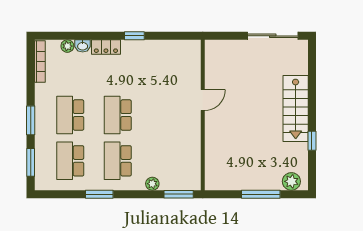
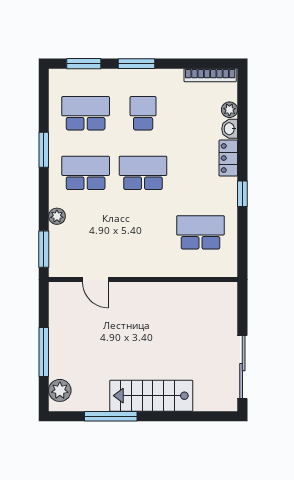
school desk: (165, 69) -> (200, 232), added
door: (203, 100) -> (95, 279), moved
school desk: (70, 115) -> (143, 113), width x0.54
window: (312, 141) -> (111, 416), width x2.17

